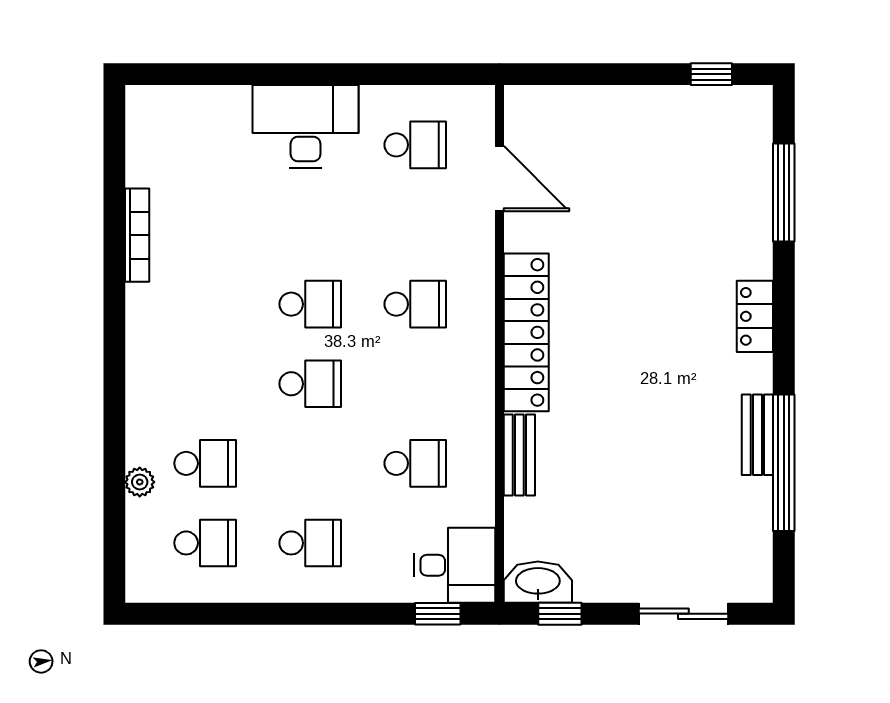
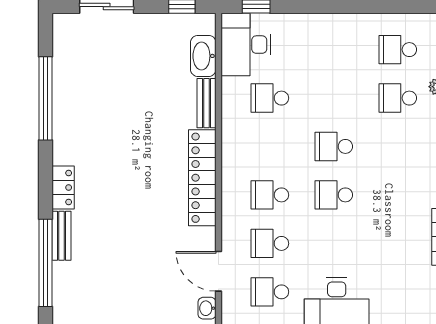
washbasin: (518, 118) -> (207, 308), added
window: (784, 193) -> (46, 263), width x1.46
bench: (757, 435) -> (62, 236), moved
school desk: (310, 543) -> (270, 243), moved
desk: (455, 565) -> (246, 45), width x1.37
washbasin: (538, 582) -> (203, 56), moved, turned 90

